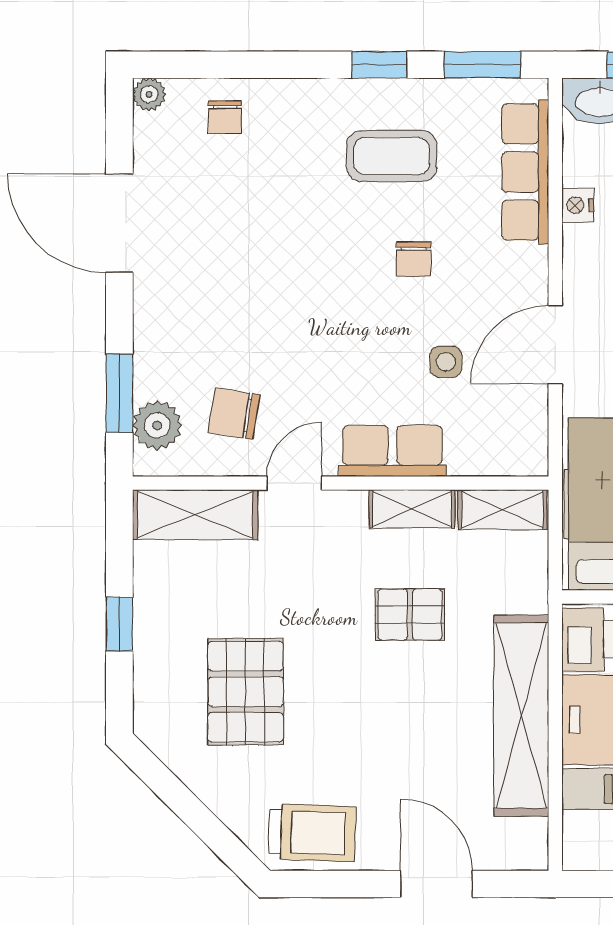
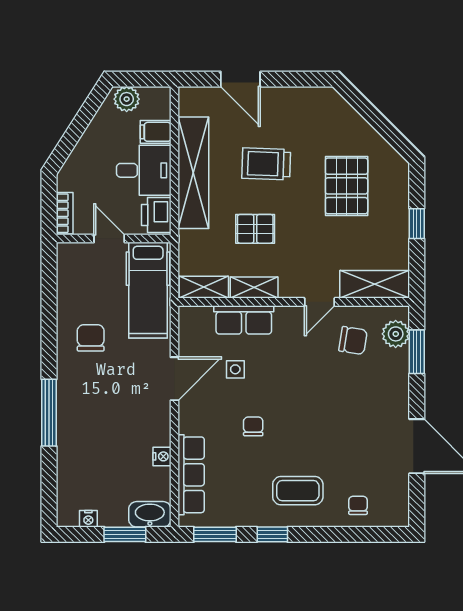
plant: (149, 94) -> (400, 518), removed
coffee table: (392, 156) -> (298, 491), moved
row of seats: (392, 451) -> (244, 320), moved
trolley: (312, 833) -> (266, 164), moved

